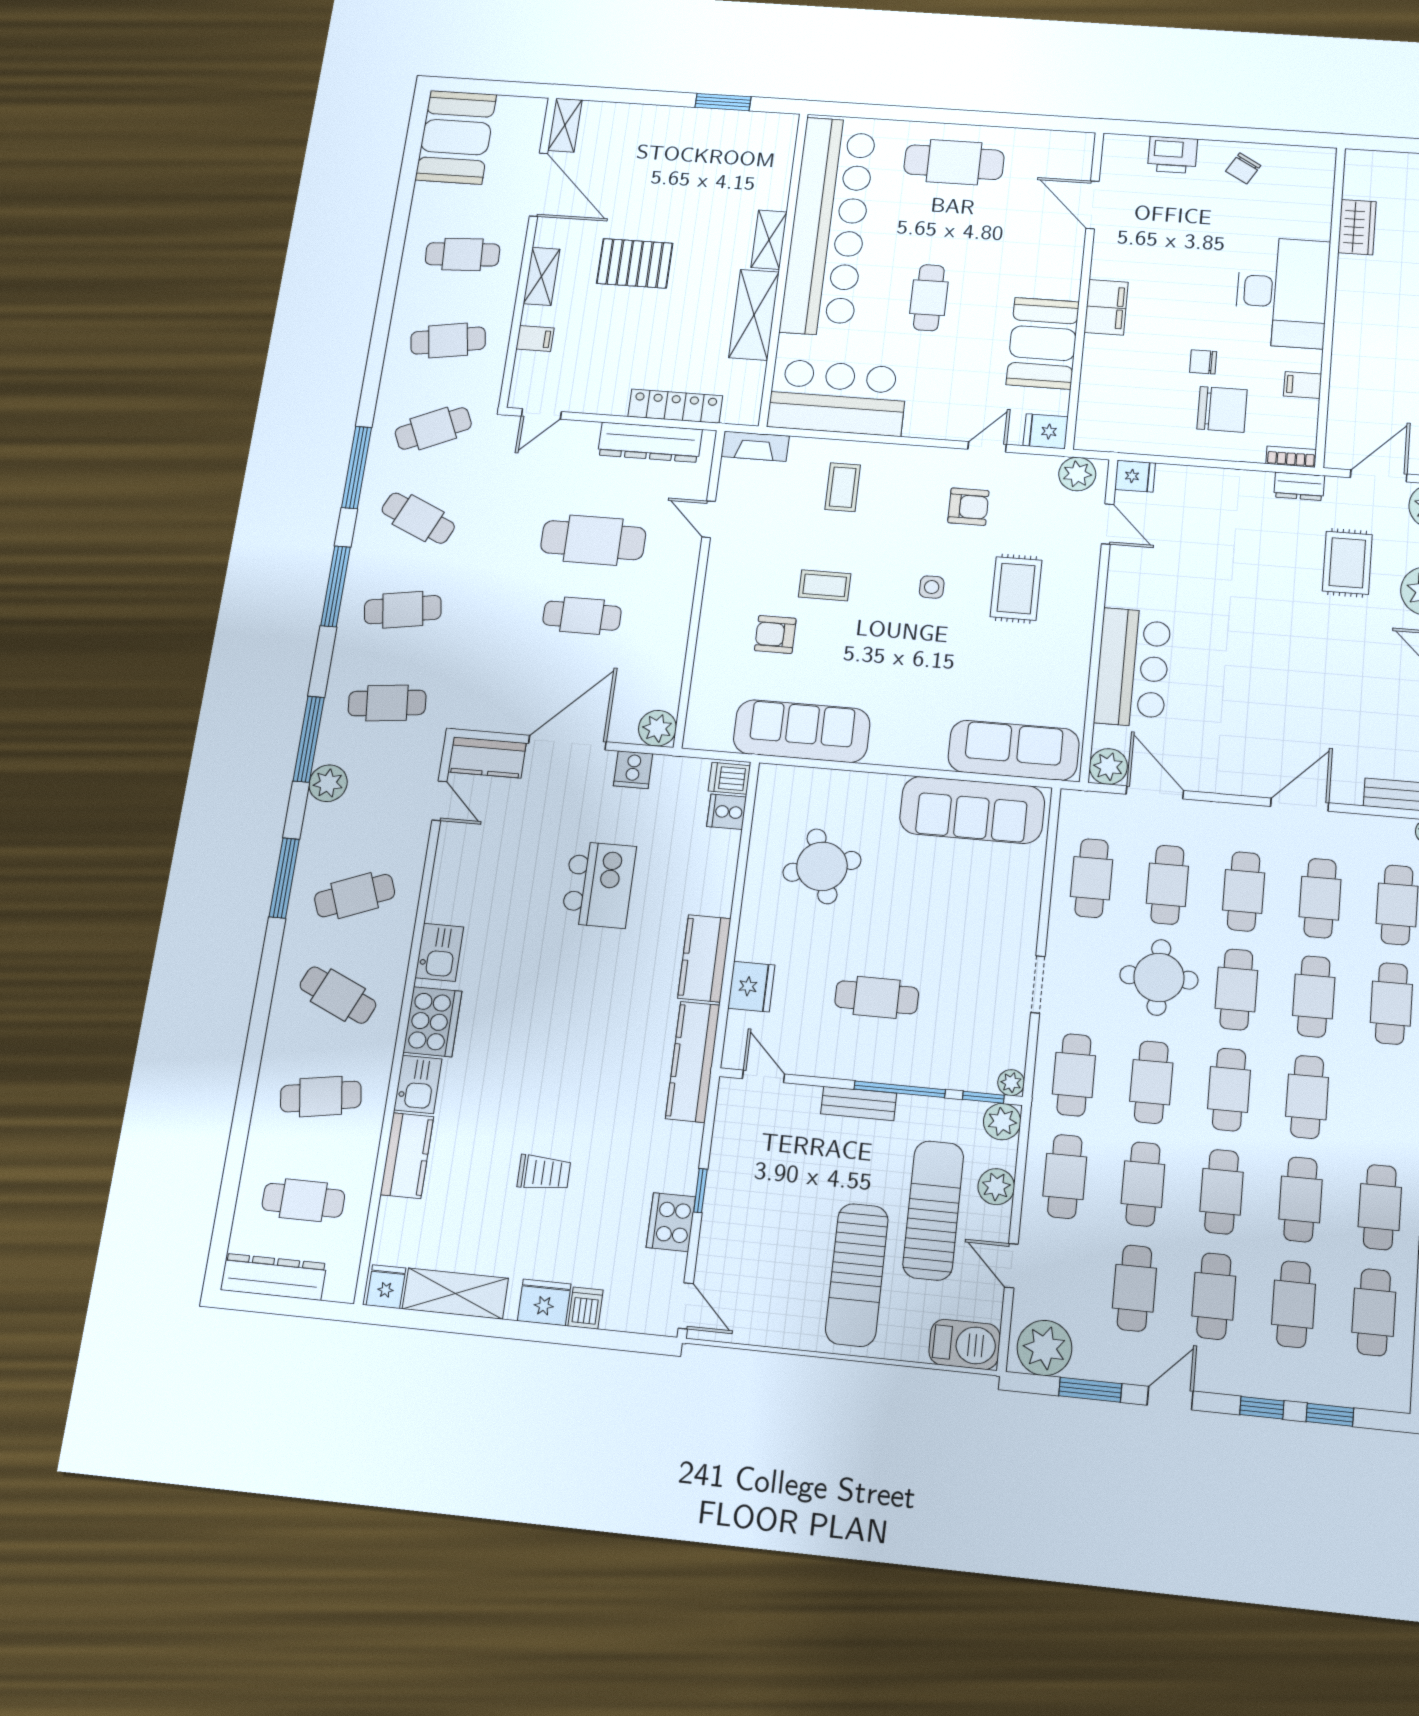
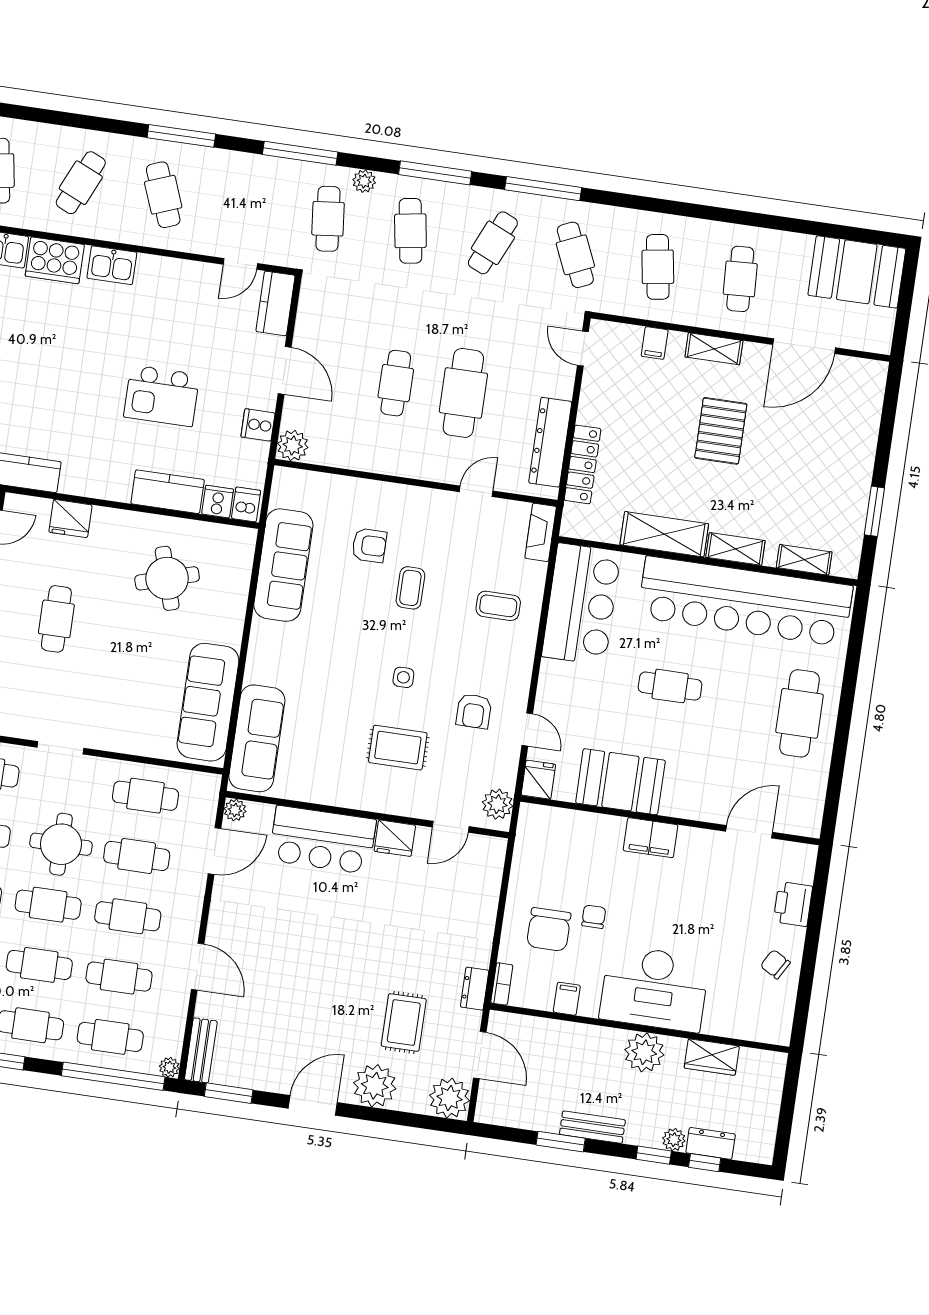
shelving: (565, 125) -> (804, 560), moved
plant: (1358, 298) -> (644, 1052), added
fridge: (1135, 476) -> (395, 838), moved, width x1.38
rug: (1347, 563) -> (404, 1022), turned 90
armchair: (775, 635) -> (369, 545), turned 90
door: (567, 743) -> (285, 370), width x0.73
plant: (1108, 766) -> (235, 810), width x0.73, depth x0.73
plant: (328, 783) -> (364, 181), moved, width x0.73, depth x0.73
kitchen counter: (704, 958) -> (168, 492), moved

